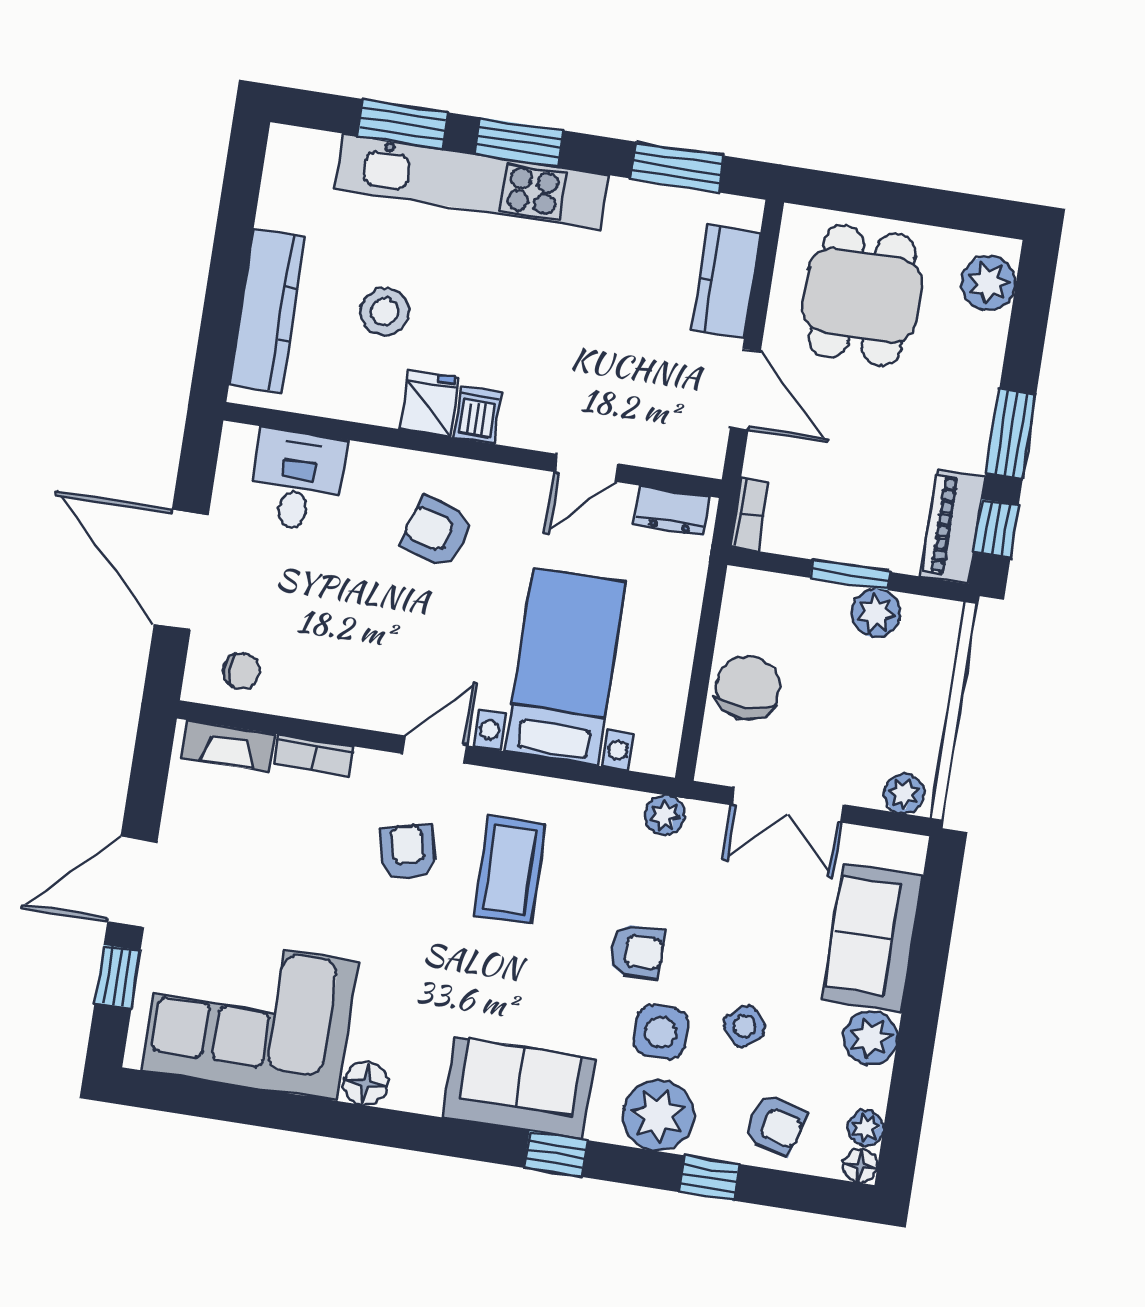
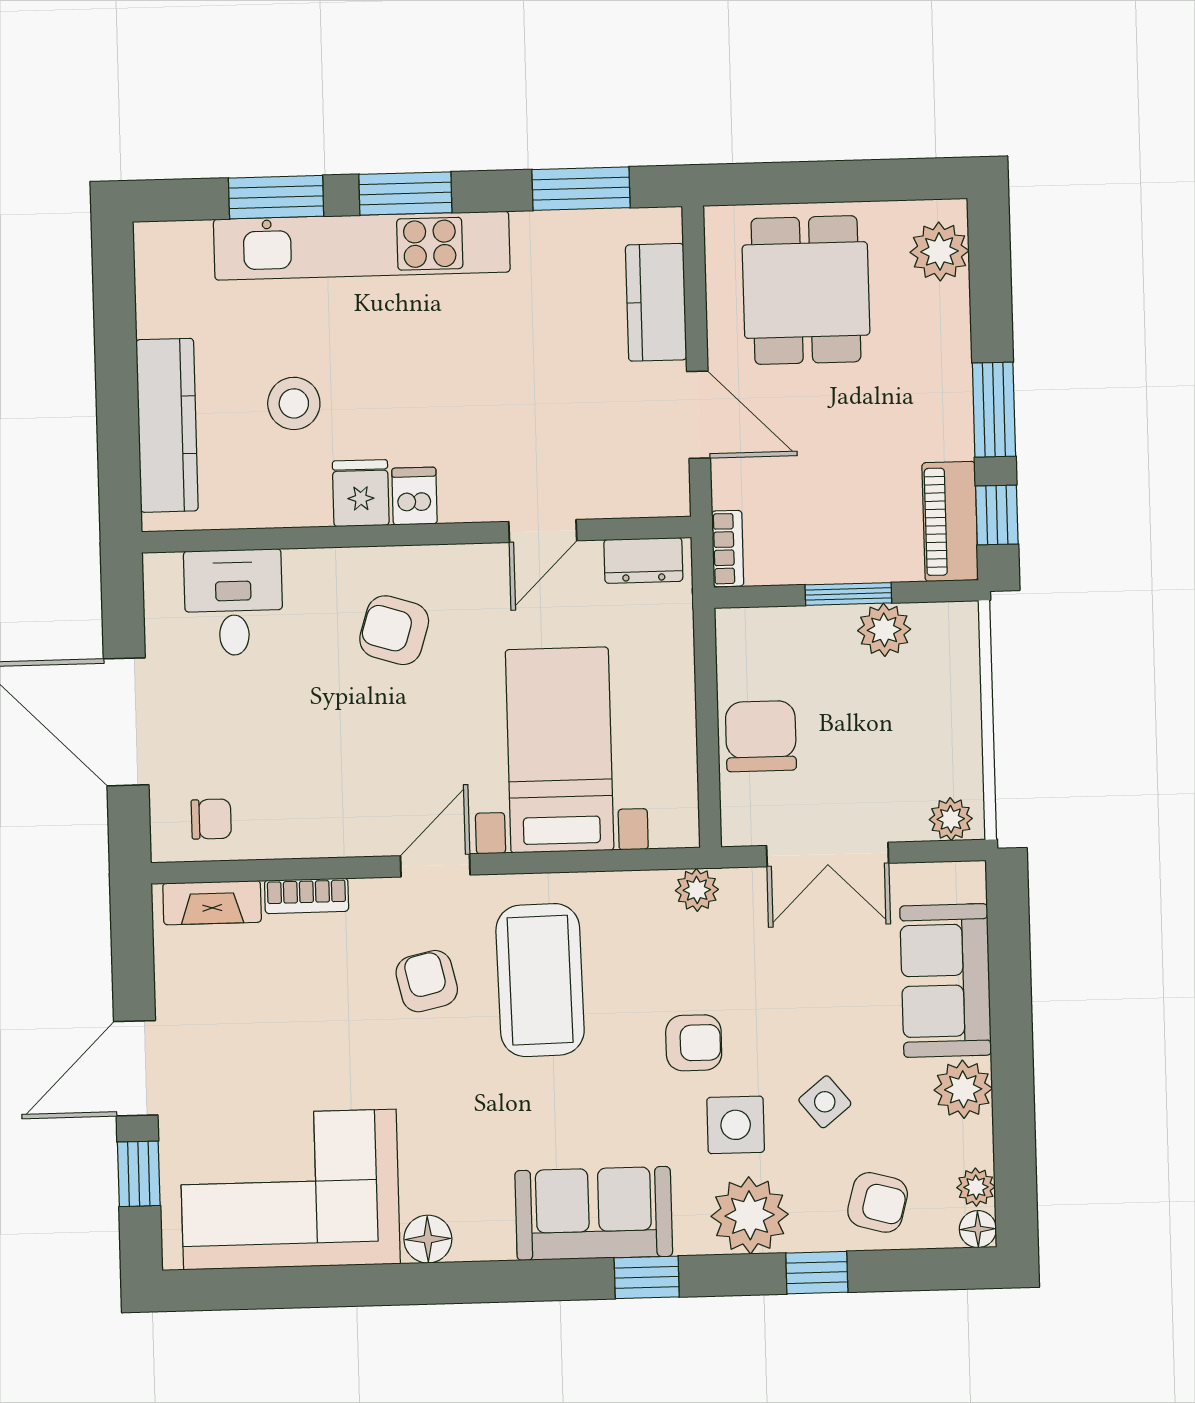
coffee table: (509, 870) -> (540, 980), width x1.36, depth x1.32

